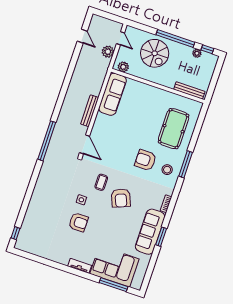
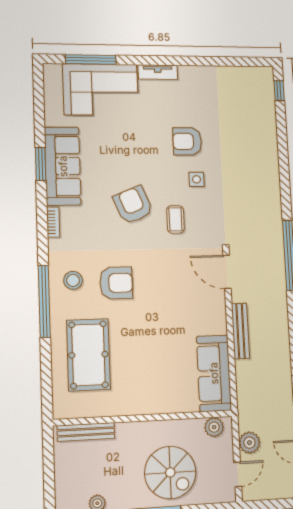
door: (120, 38) -> (238, 474), swing flipped
spiral stairs: (155, 53) -> (170, 472), turned 180
window: (186, 164) -> (44, 301), width x1.46

